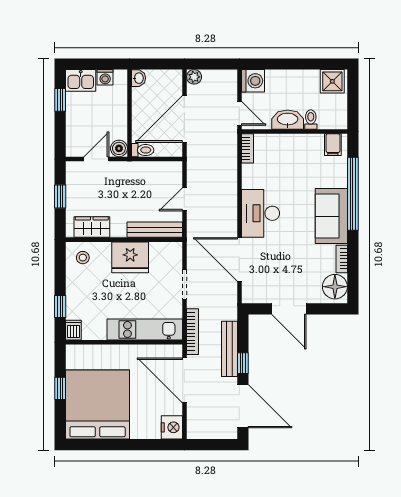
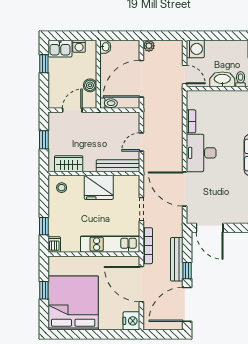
boiler: (119, 148) -> (90, 85), moved
bookcase: (248, 148) -> (191, 121), moved
door: (289, 309) -> (210, 228), moved
door: (243, 406) -> (187, 304), swing flipped

